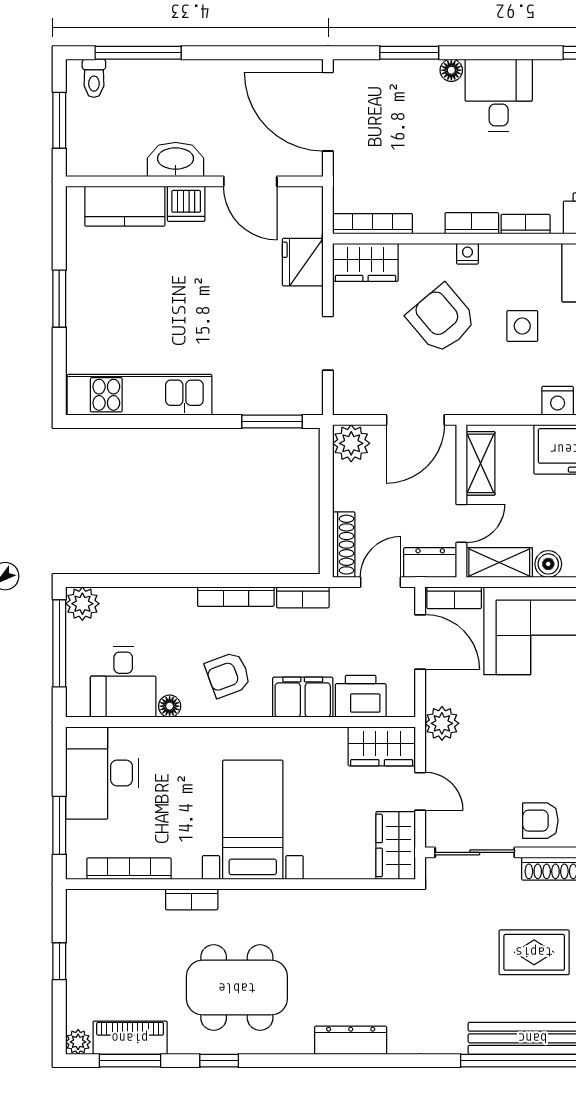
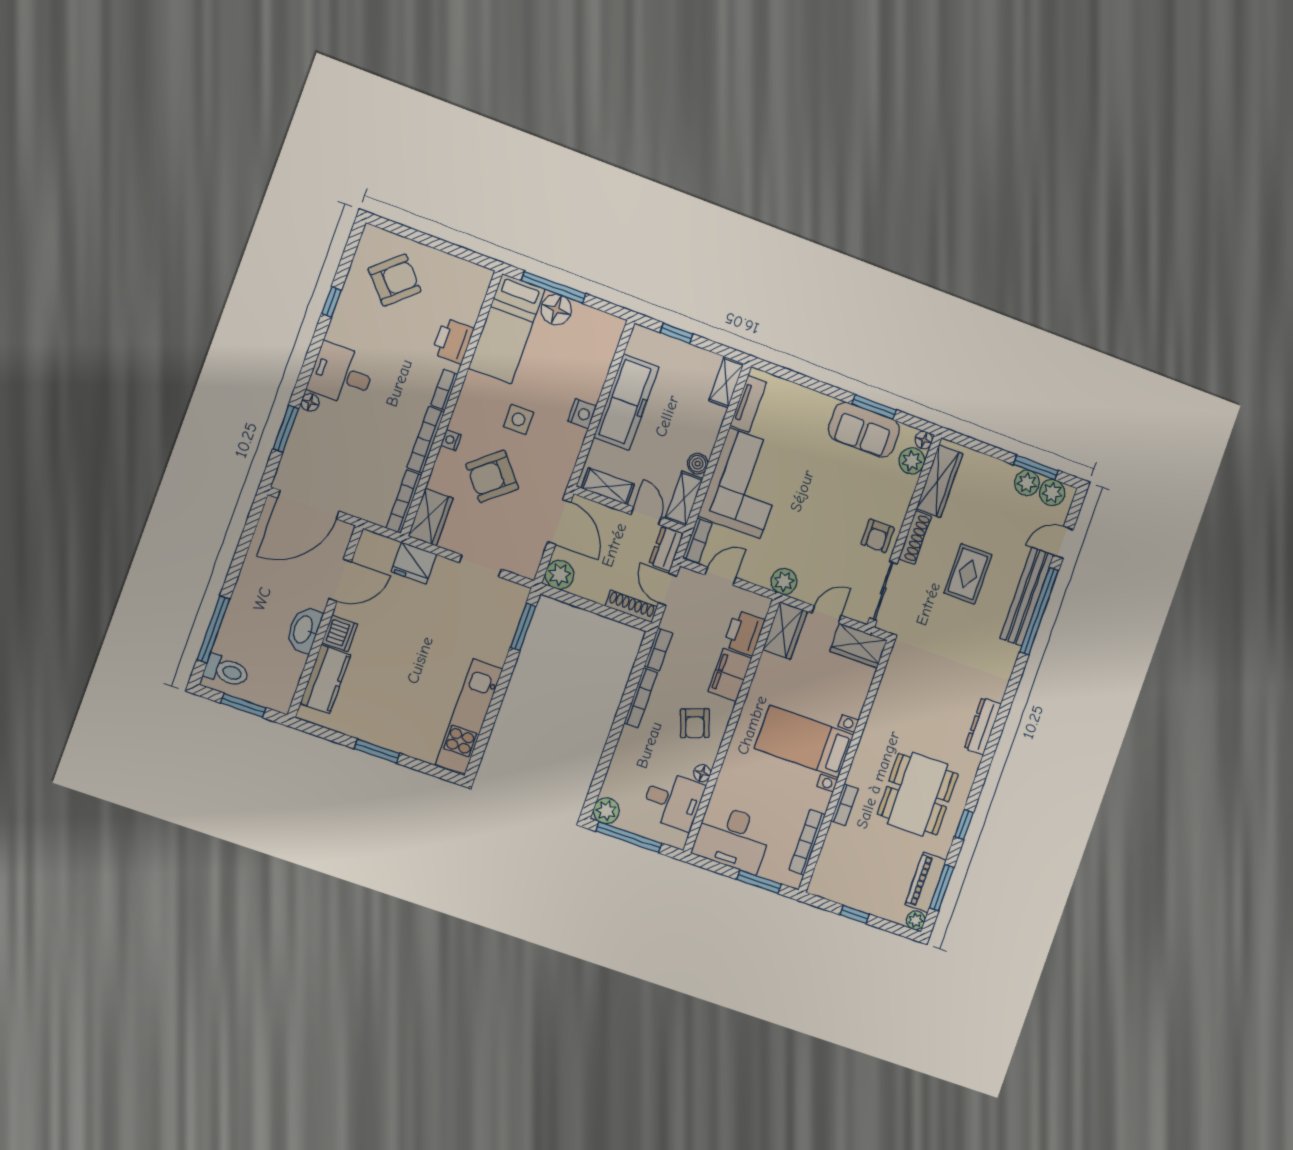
toilet: (94, 78) -> (226, 671), width x1.37, depth x1.39
bookcase: (472, 223) -> (426, 440), width x1.56
door: (420, 642) -> (721, 576), width x0.73

